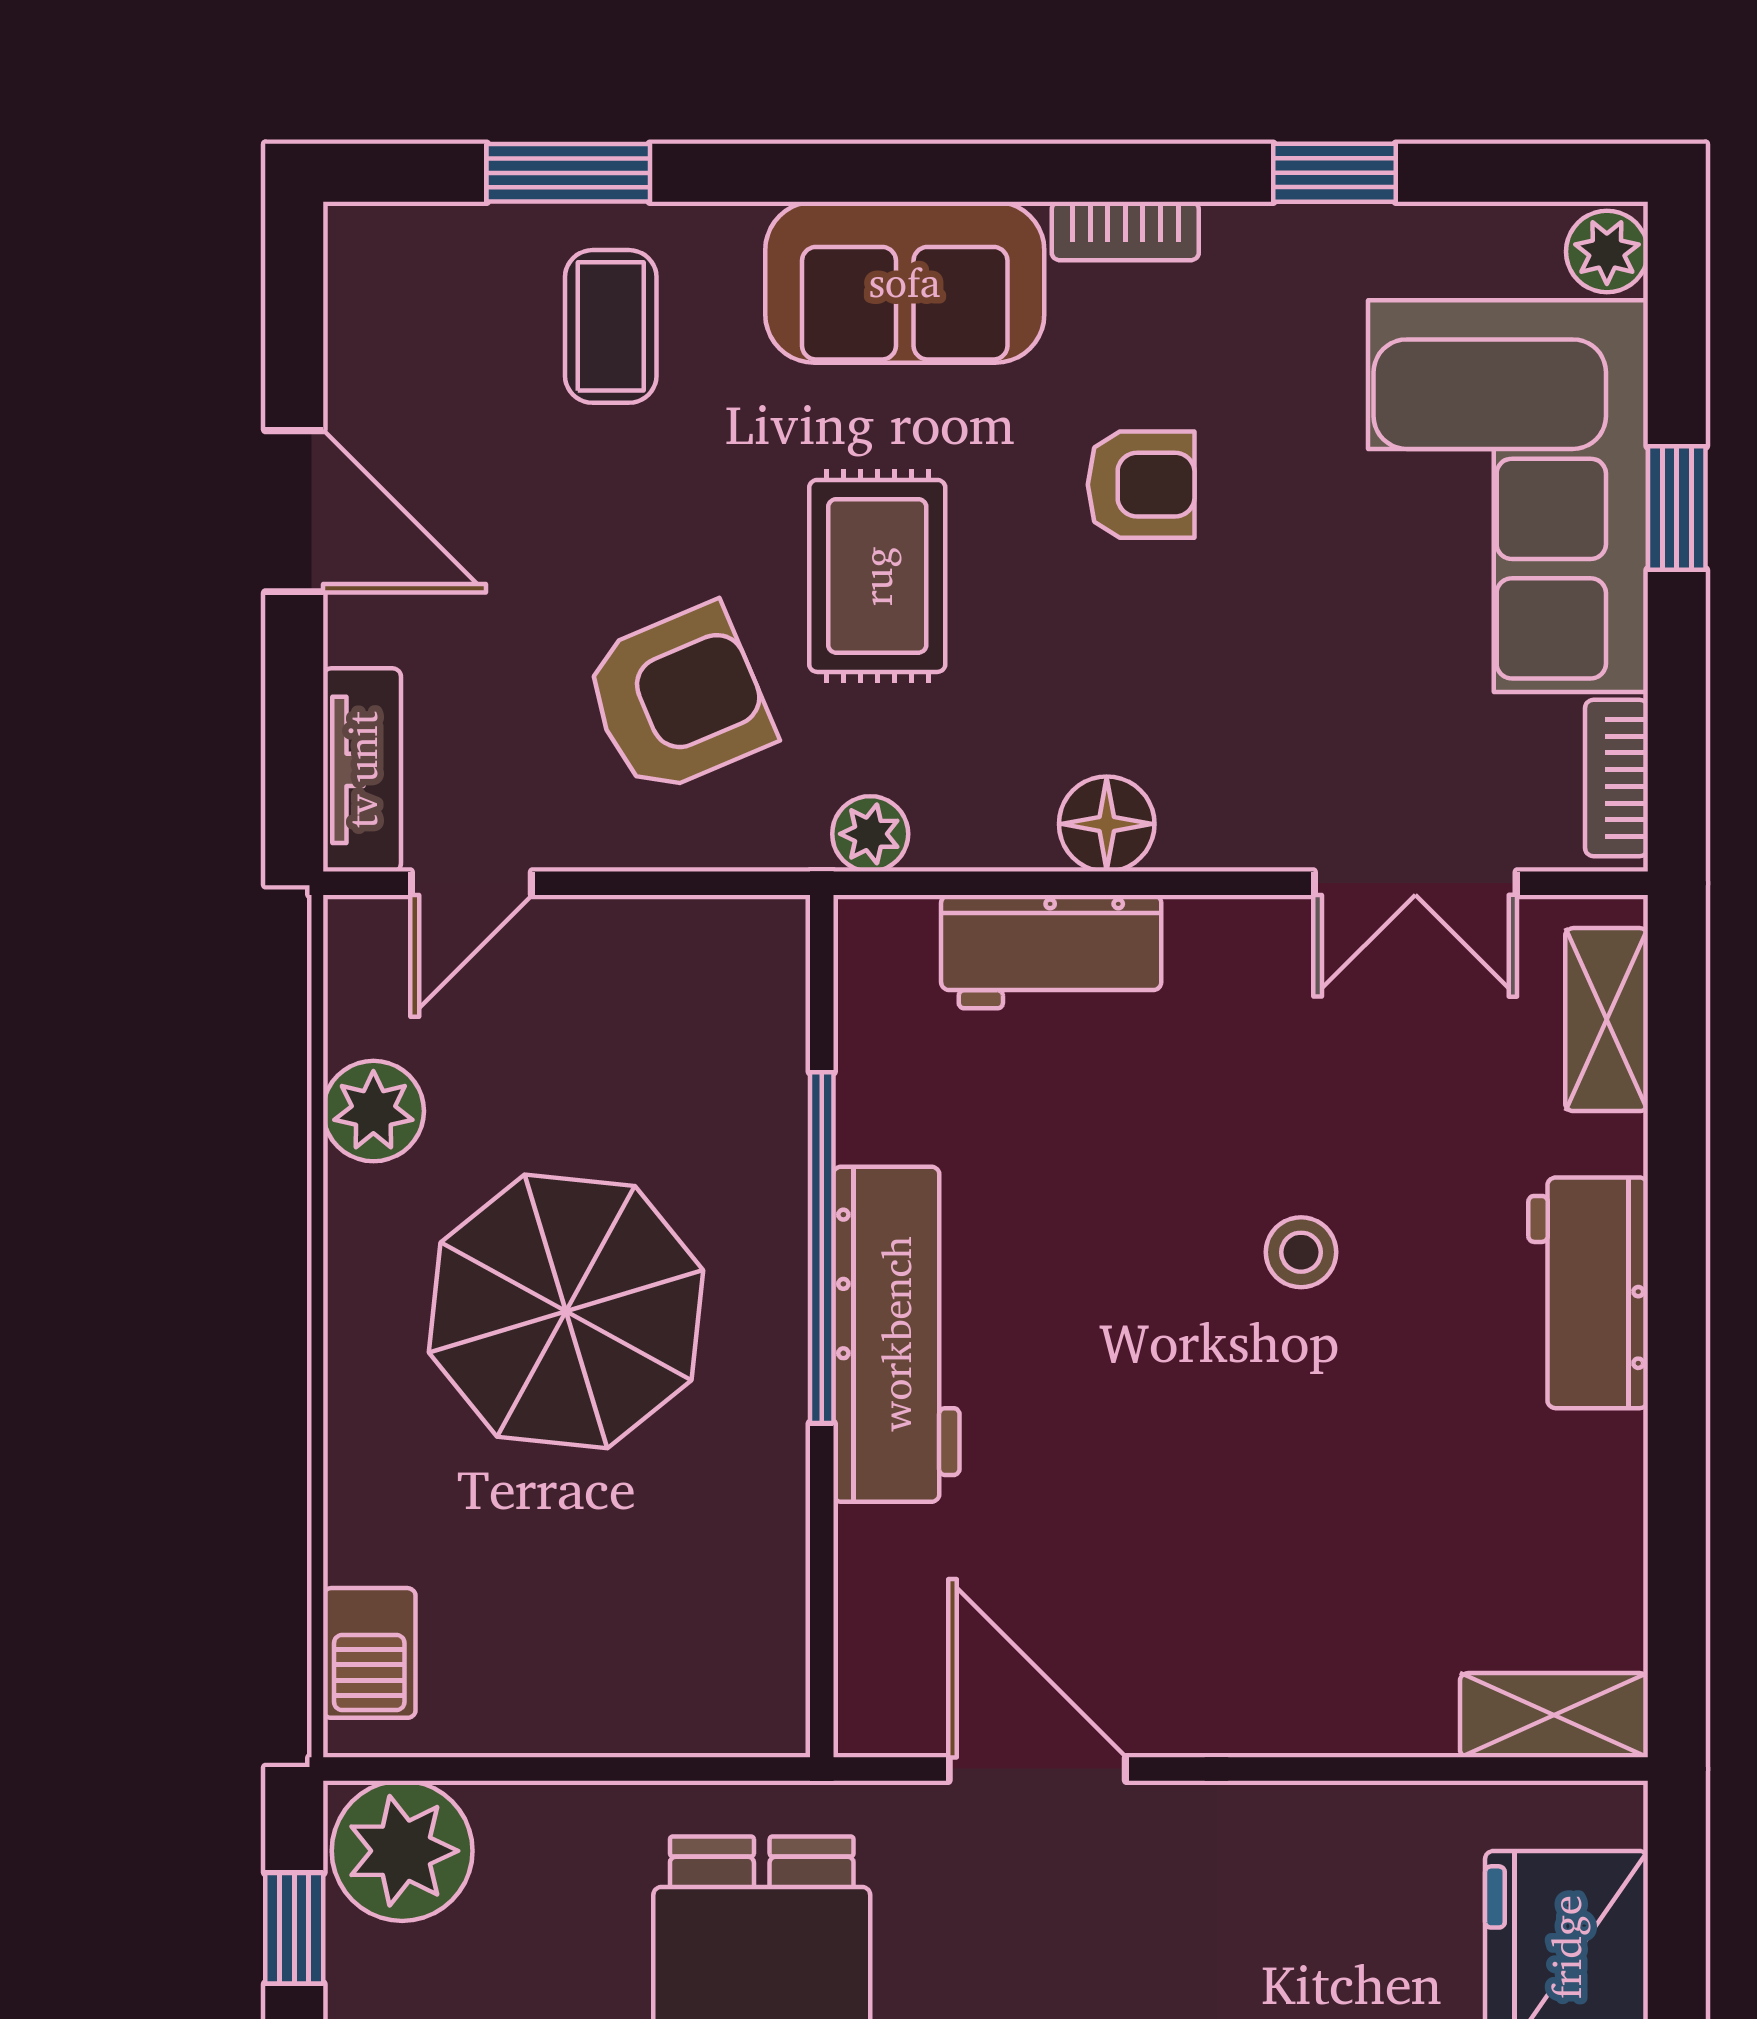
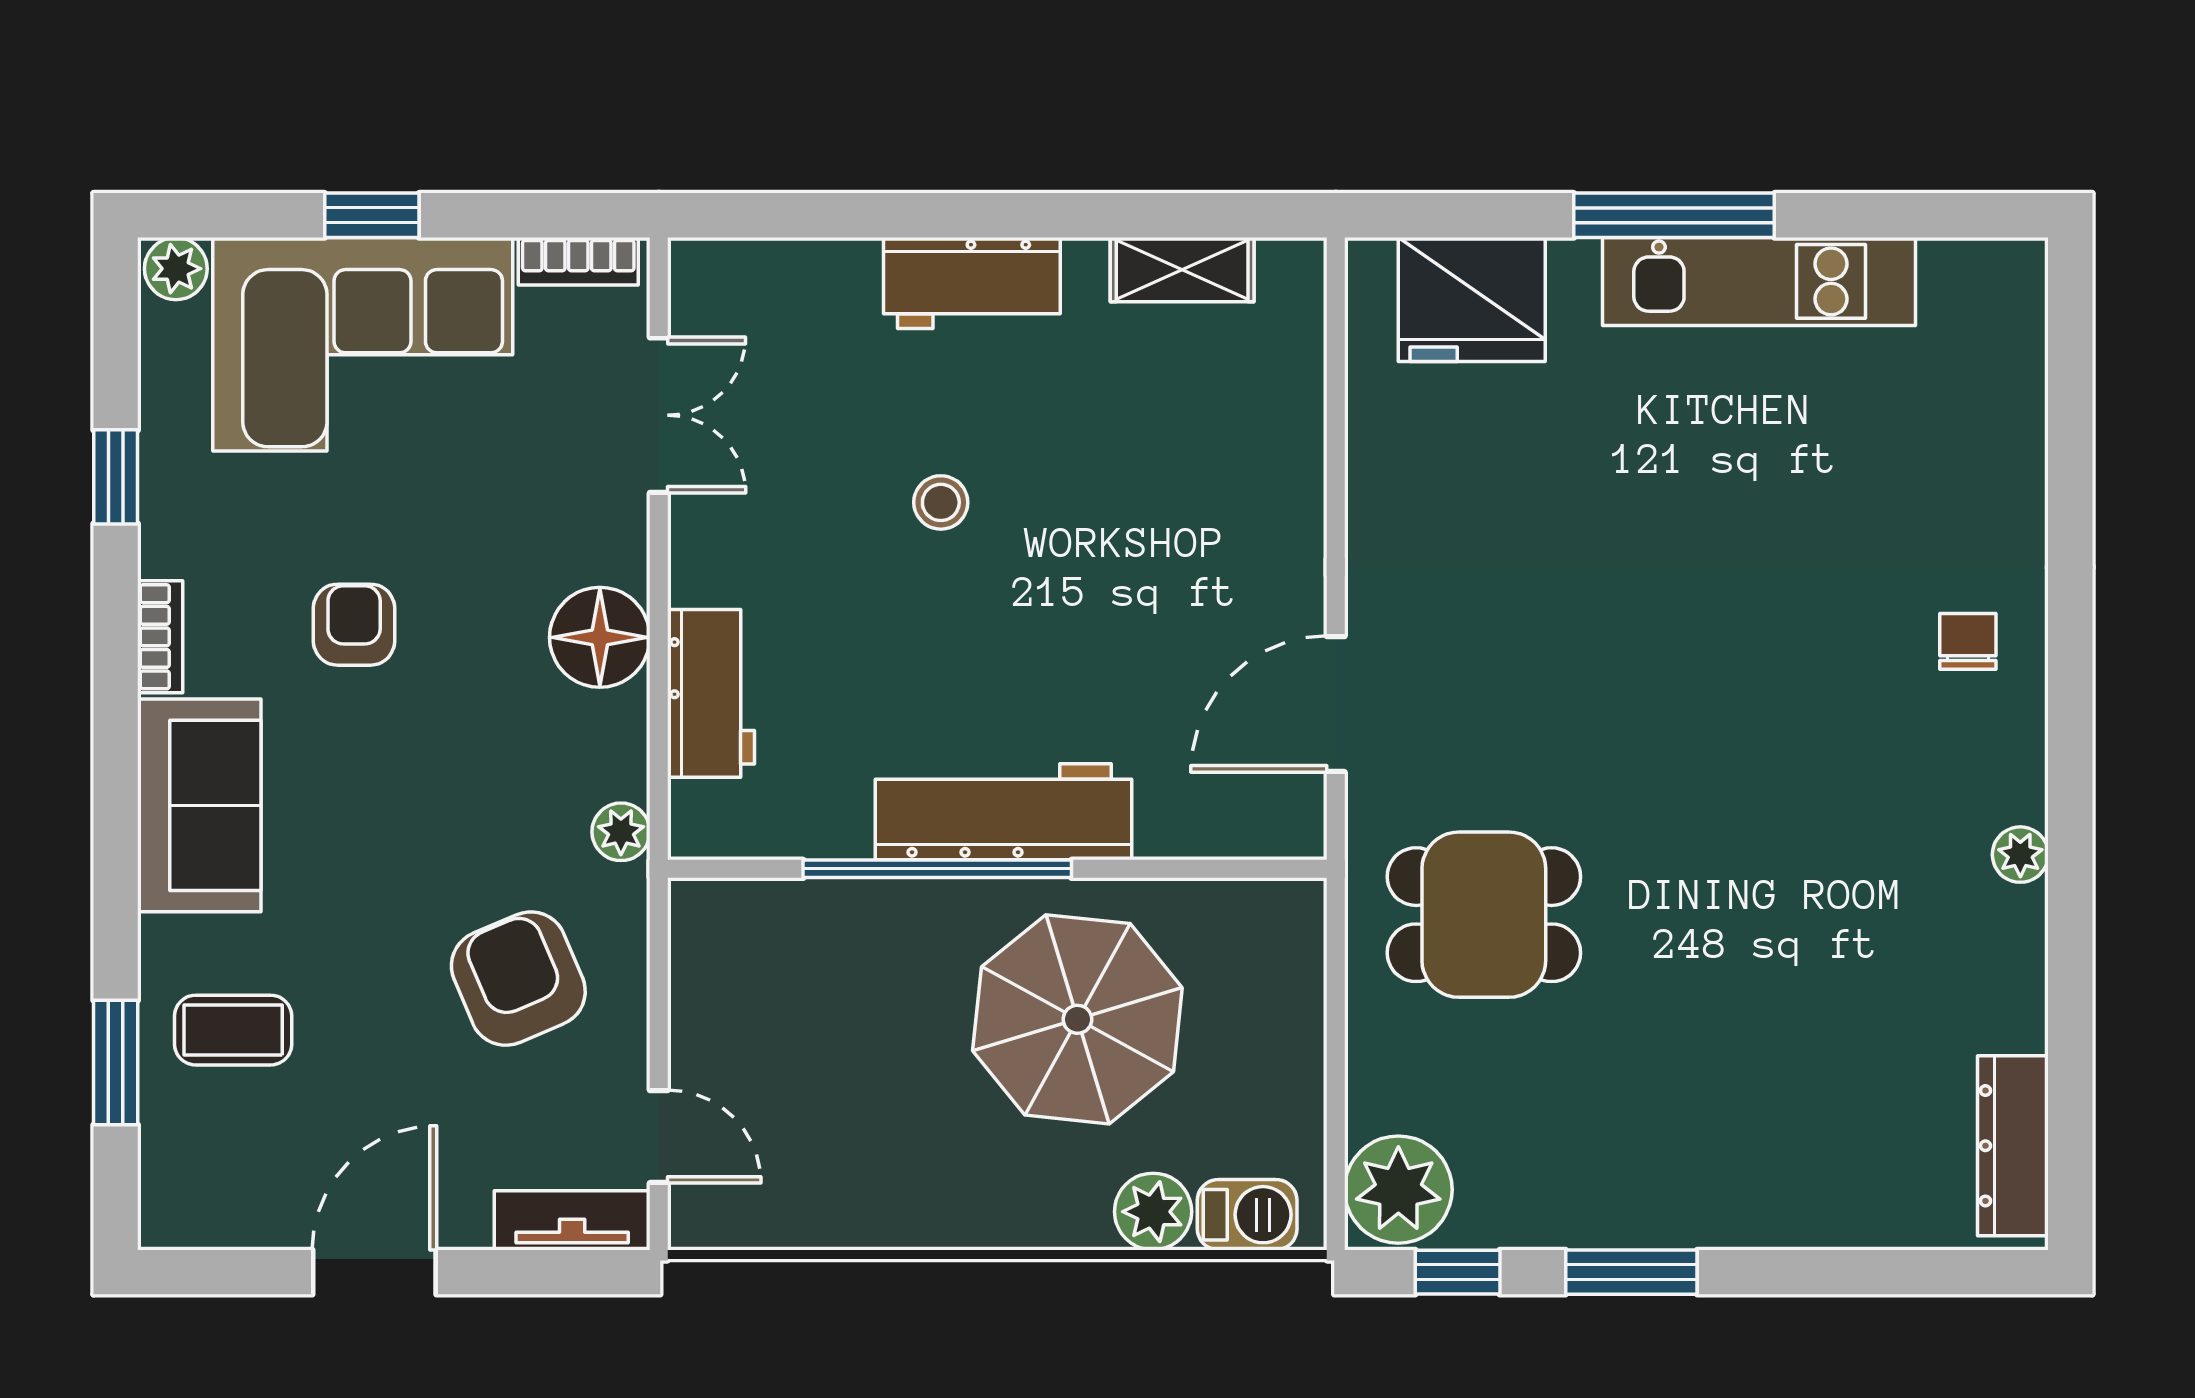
rug: (877, 576) -> (424, 826), removed
floor lamp: (1107, 824) -> (600, 637), width x1.38, depth x1.38
shelving: (1607, 1020) -> (763, 269), removed
plant: (373, 1111) -> (1153, 1212), moved
parasol: (566, 1311) -> (1077, 1019), moved
shelving: (1554, 1715) -> (1182, 270), moved, turned 90

